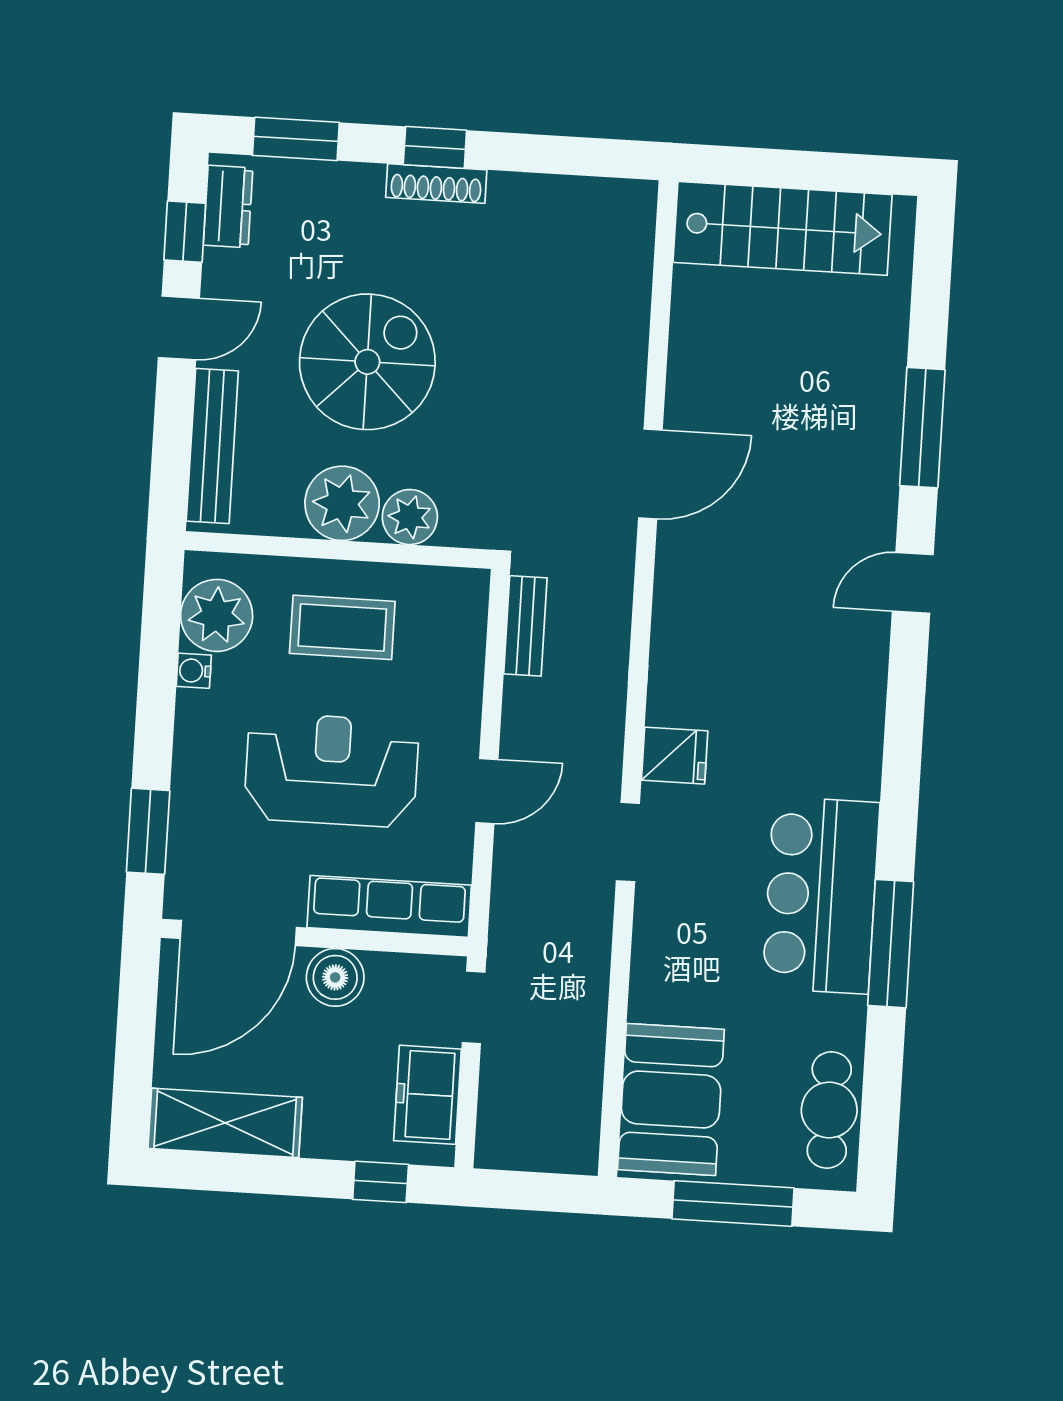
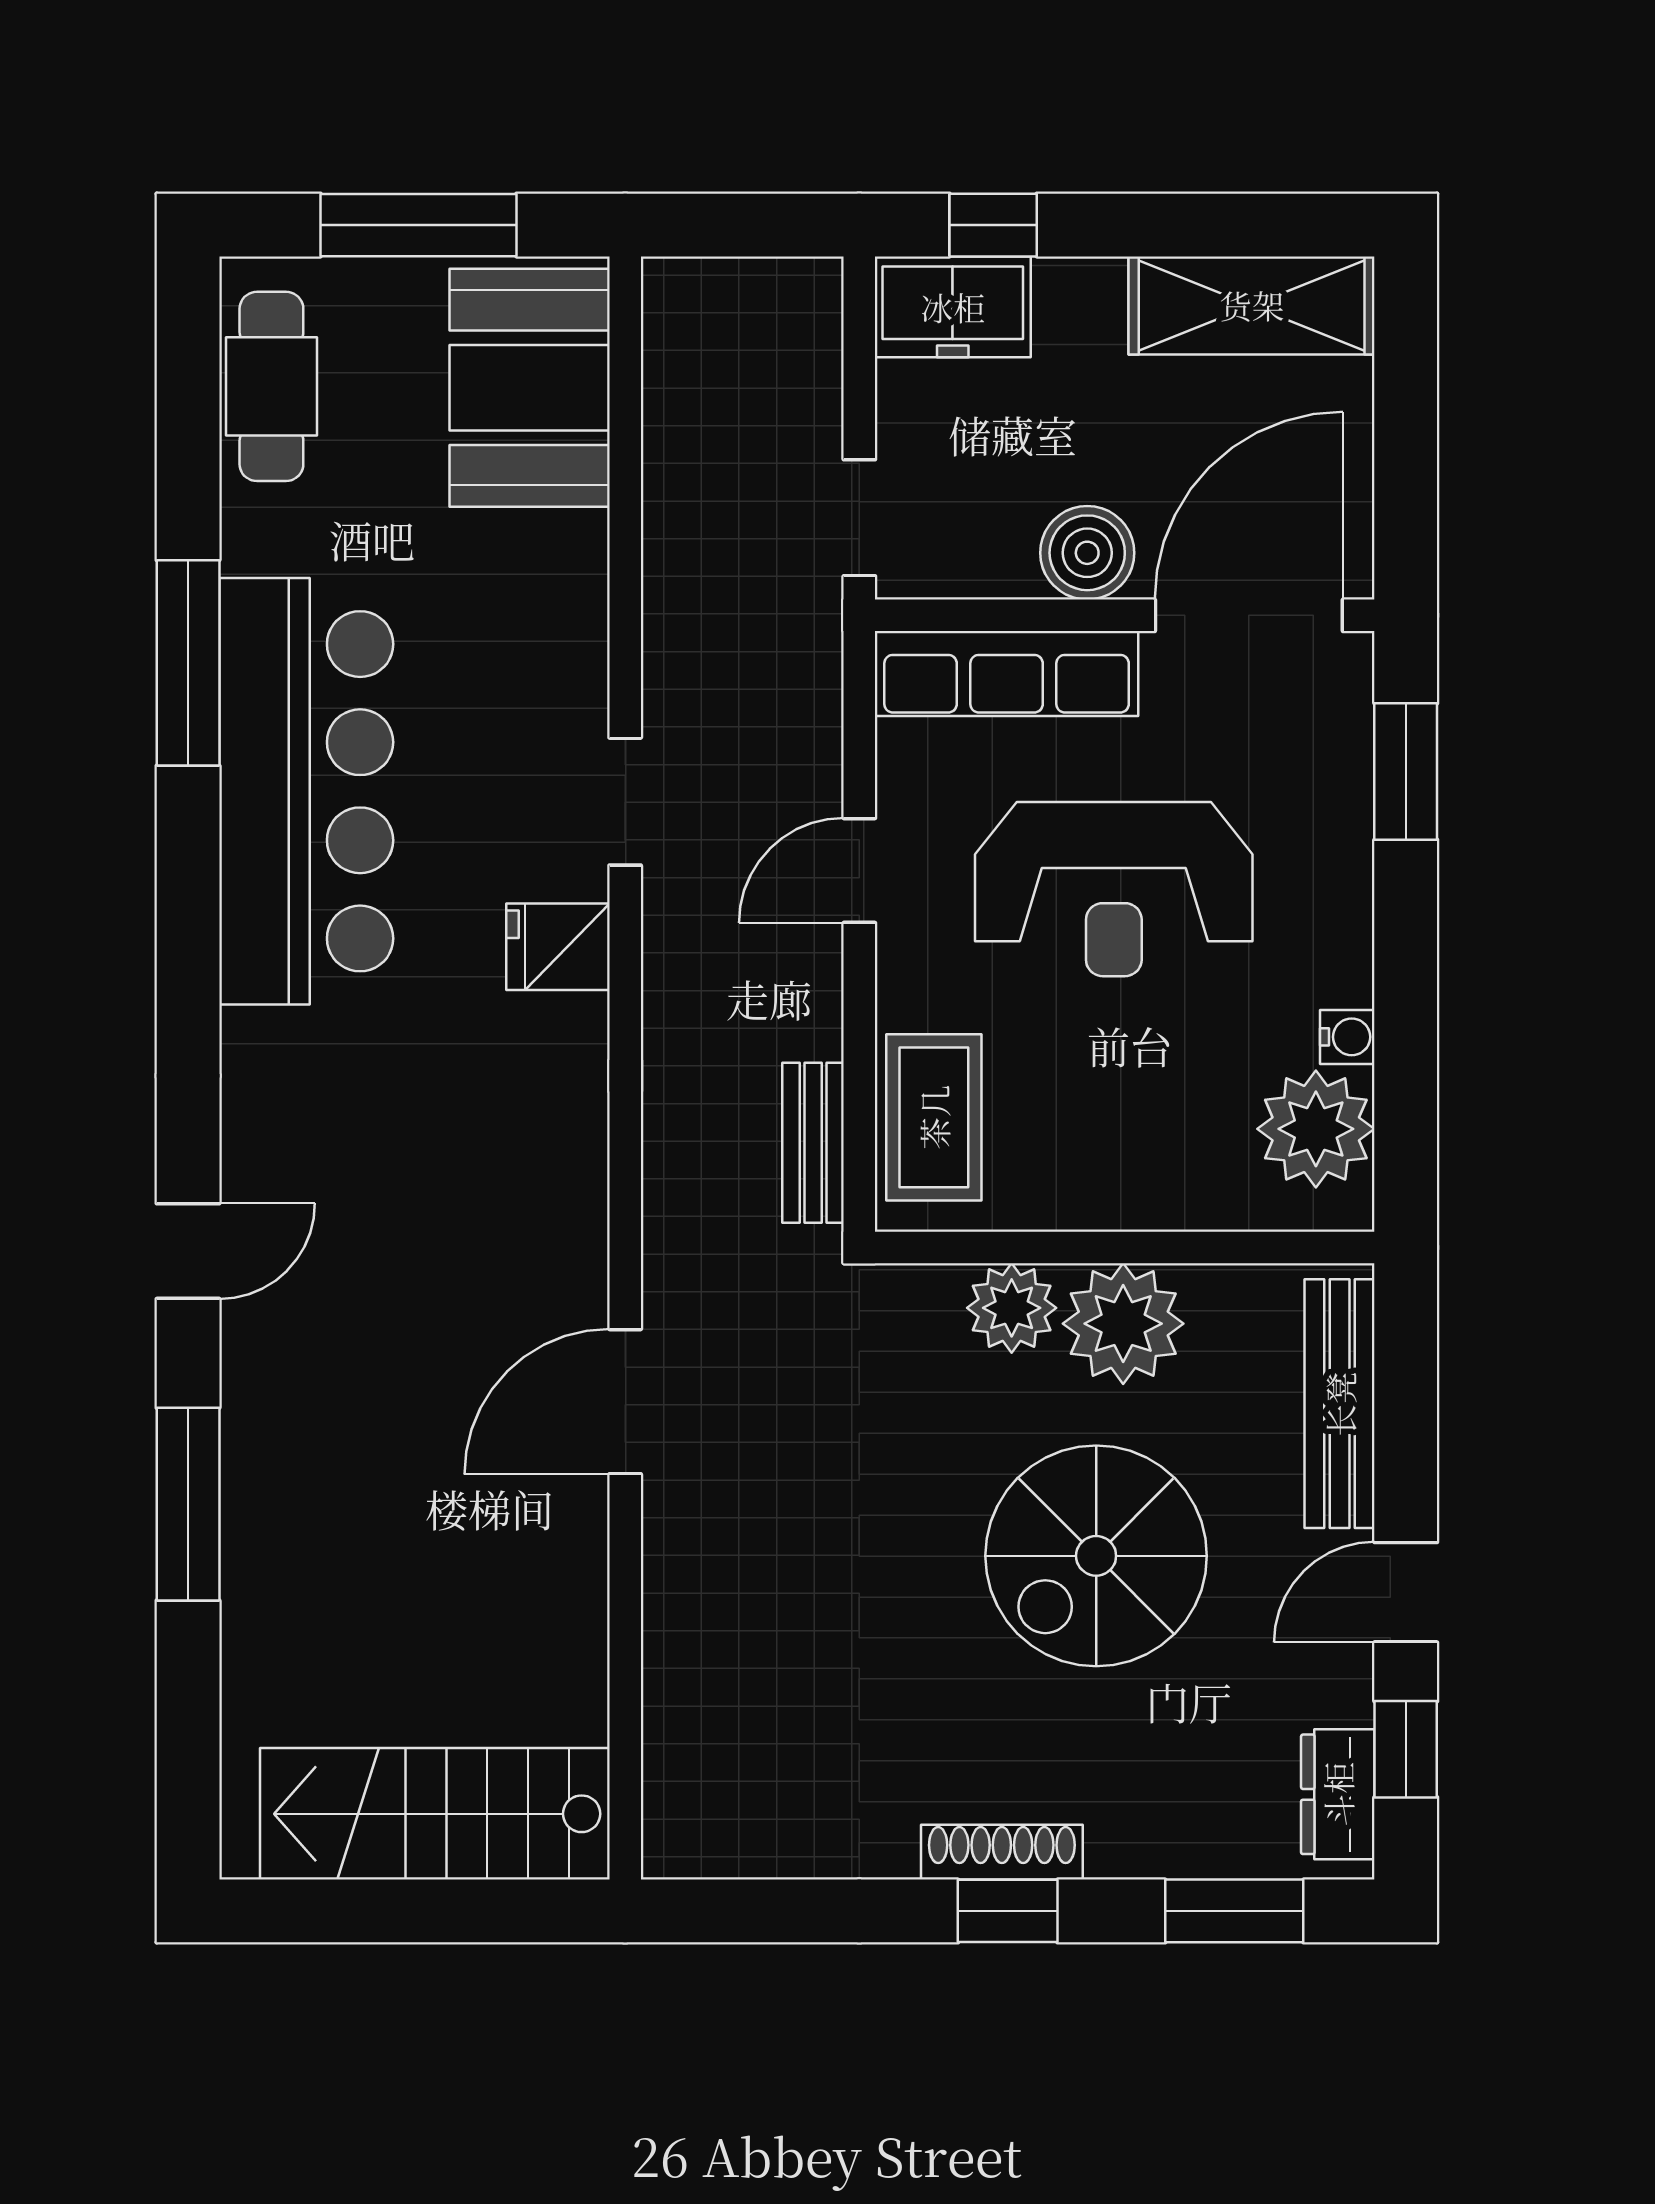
coffee table: (342, 627) -> (934, 1117), moved, turned 90
bar counter: (821, 895) -> (306, 791), width x1.36
freezer: (428, 1095) -> (953, 307), moved, turned 90

